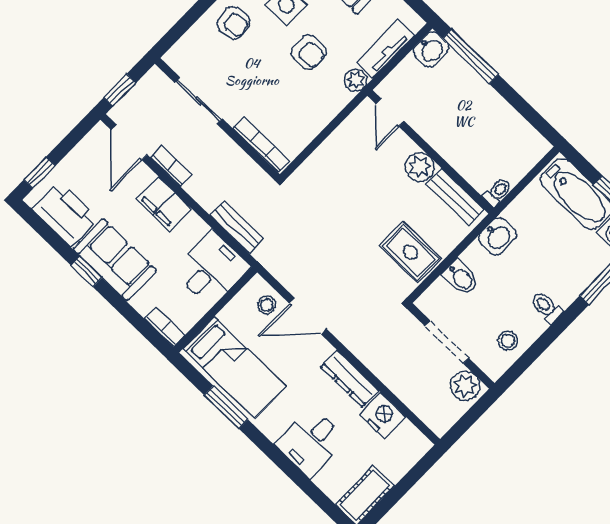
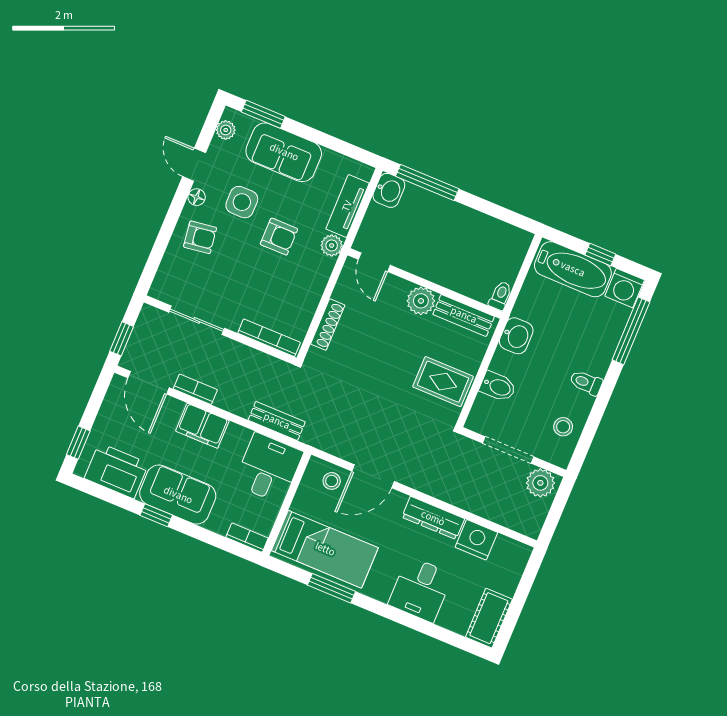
shoe rack: (322, 154) -> (328, 325), added

